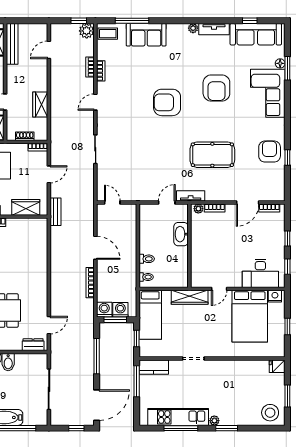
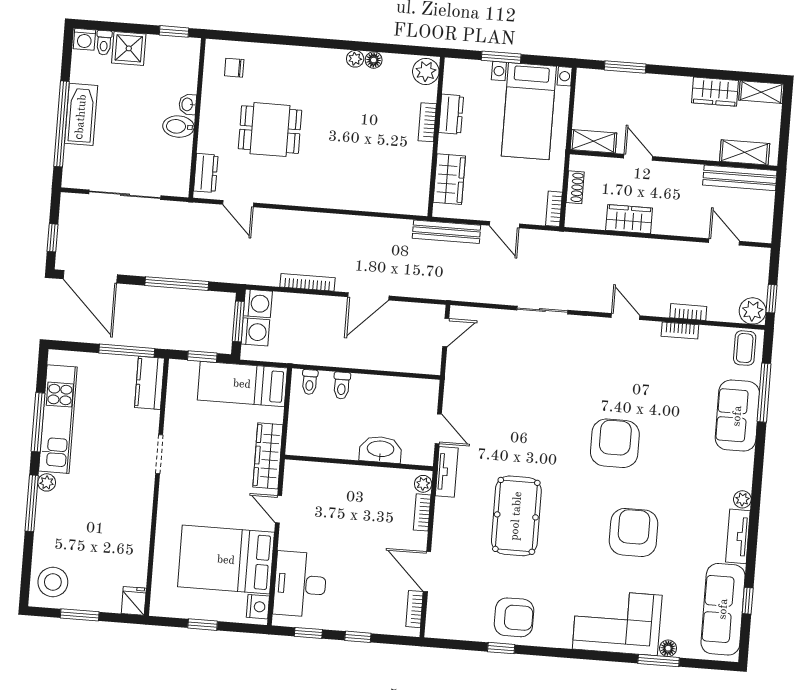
armchair: (216, 88) -> (634, 532), turned 90
bench: (56, 212) -> (446, 232), width x1.36
window: (227, 428) -> (32, 503), width x1.44

